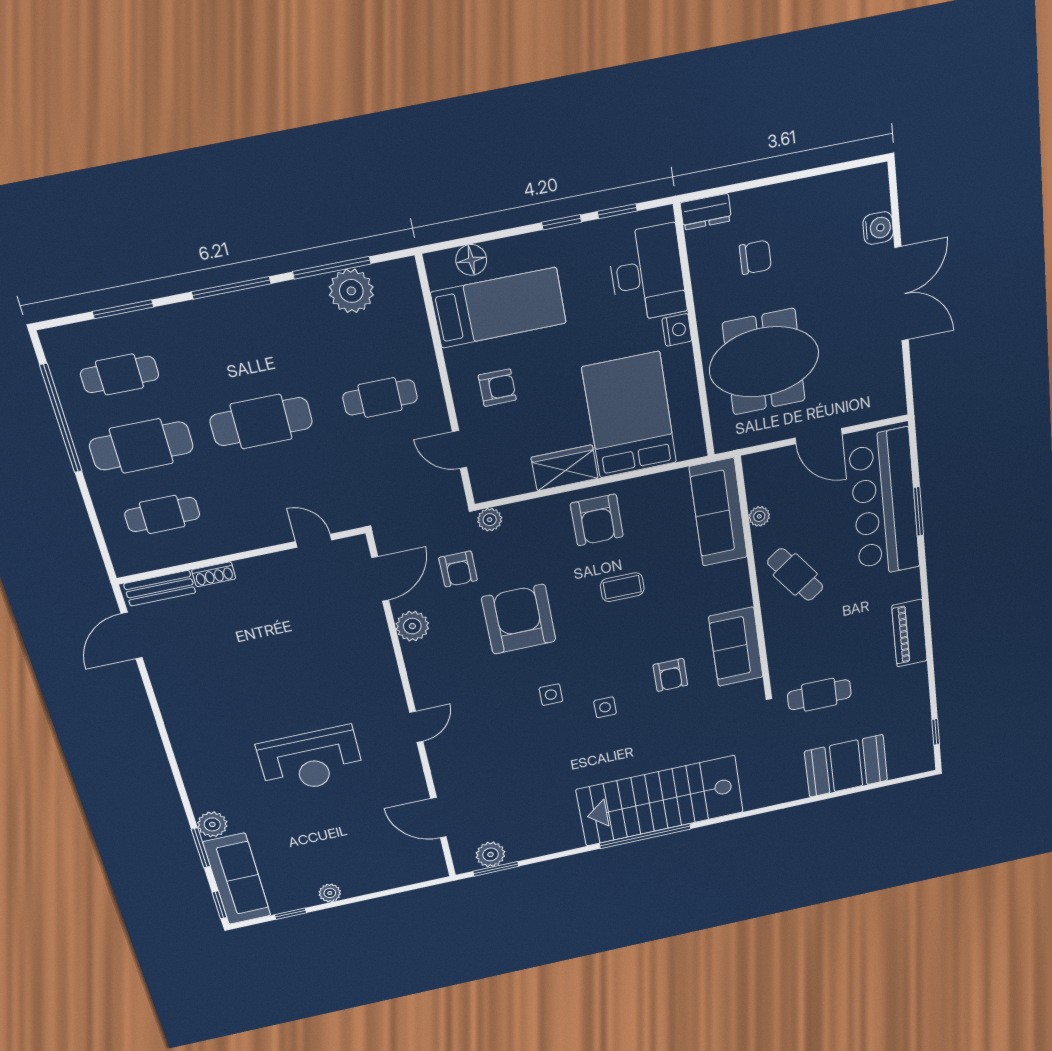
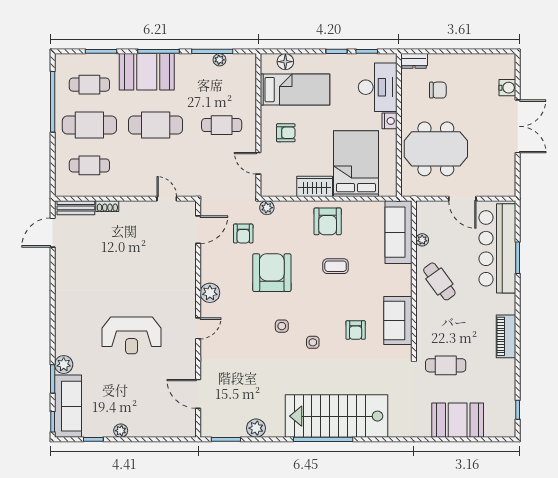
plant: (351, 291) -> (219, 60), width x0.53, depth x0.53
booth: (219, 330) -> (147, 72), added
plant: (412, 626) -> (210, 293), moved
plant: (490, 854) -> (256, 428), moved

